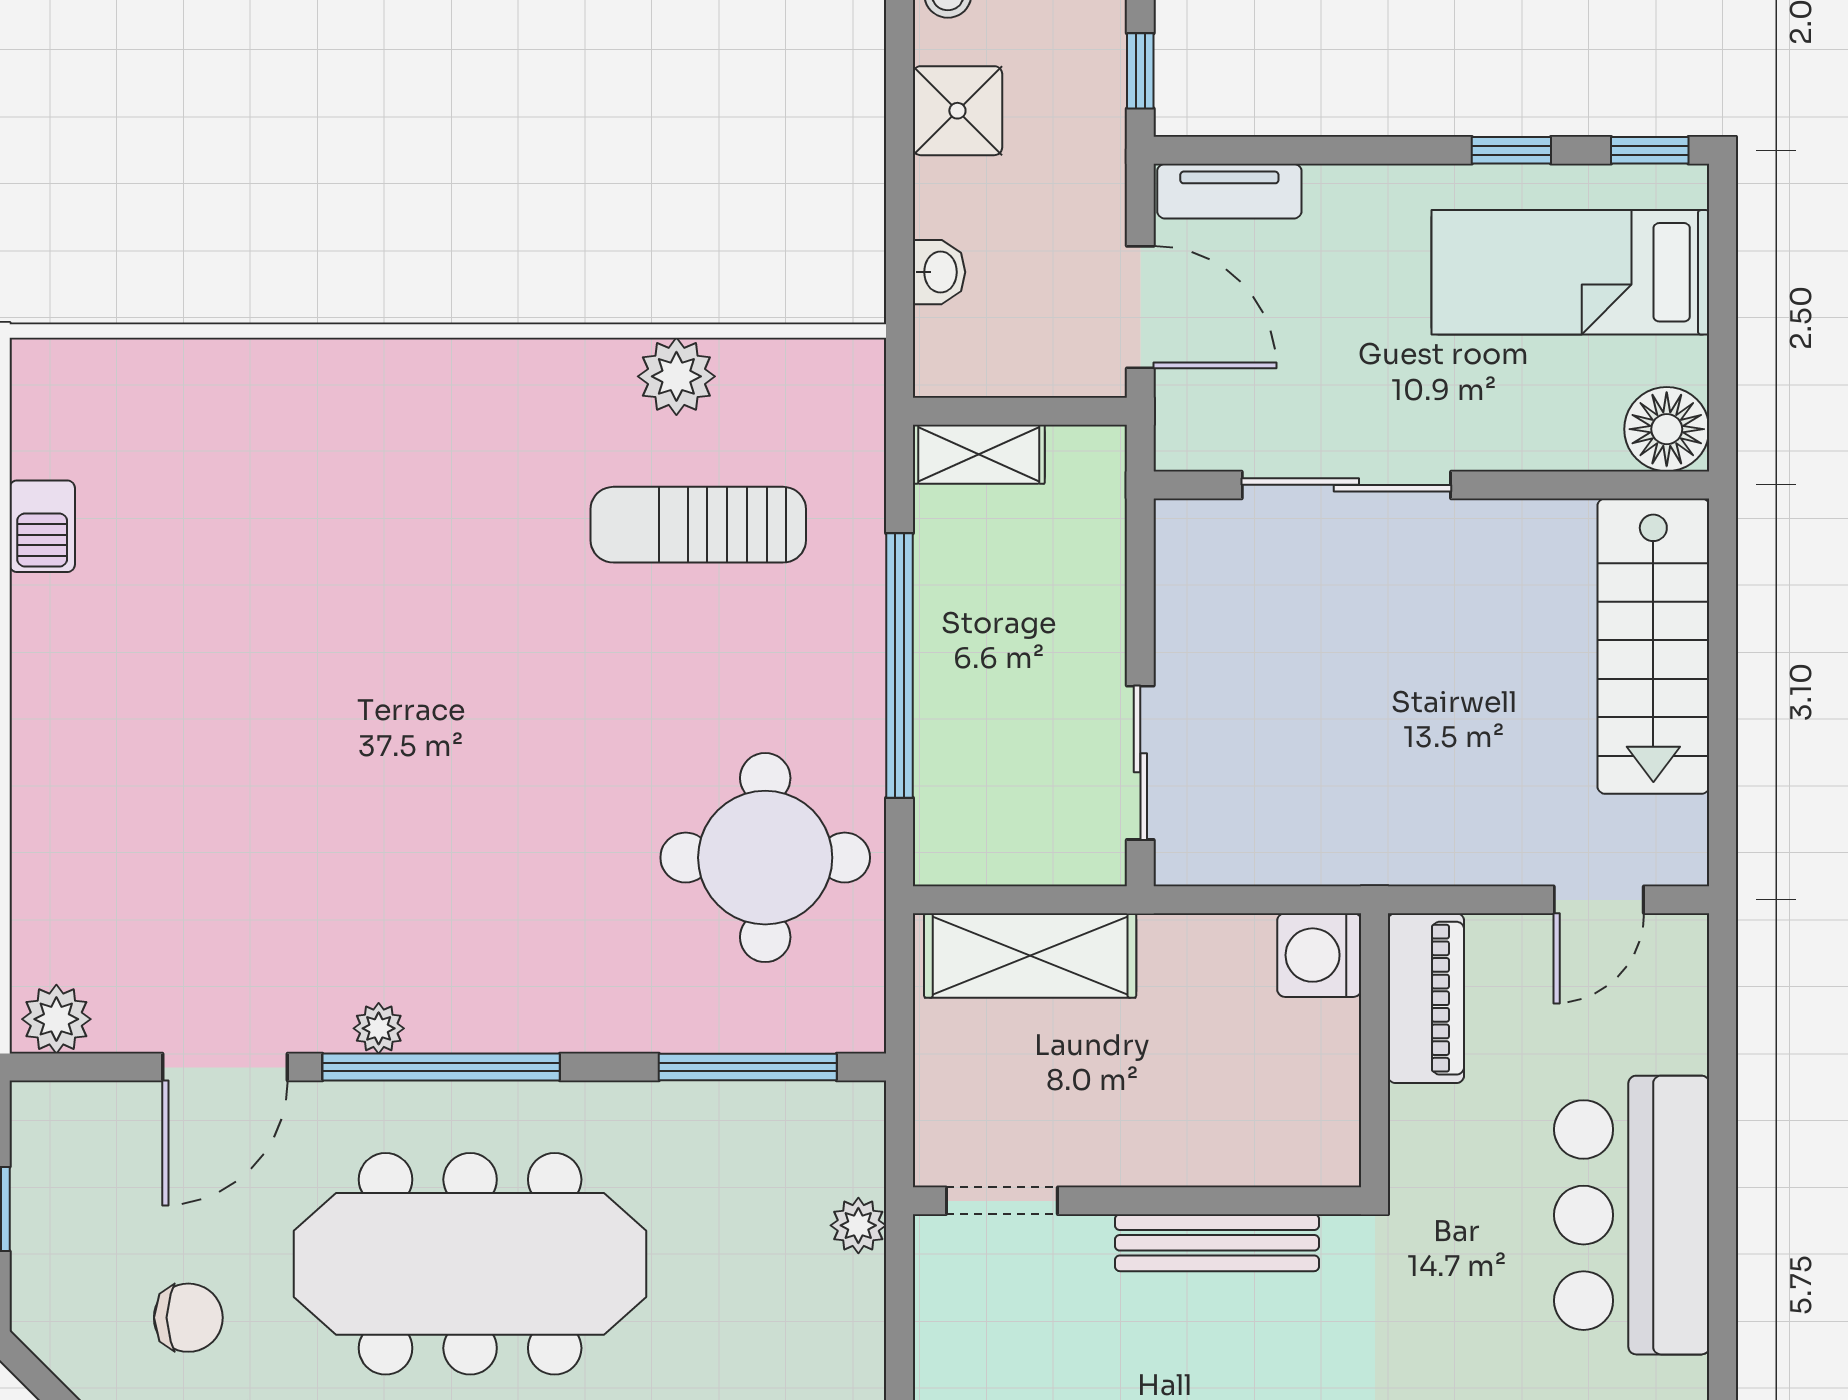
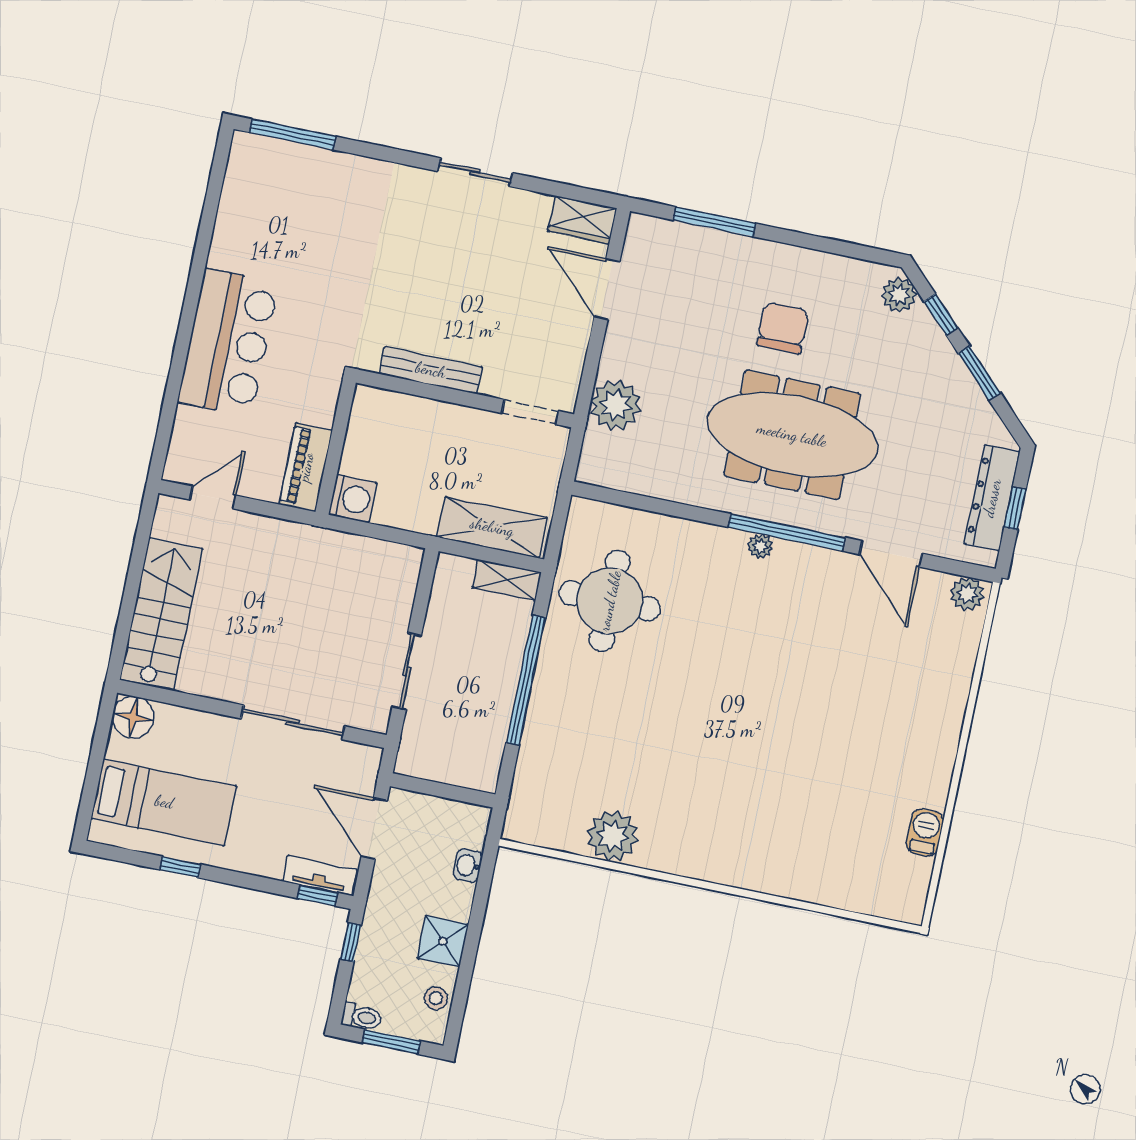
window: (1650, 150) -> (318, 895), moved
plant: (676, 376) -> (613, 836), width x1.36, depth x1.36
shelving: (979, 454) -> (507, 580), moved
sun lounger: (698, 525) -> (609, 768), removed
sliding door: (1140, 763) -> (407, 671), moved
plant: (379, 1028) -> (760, 546), moved
door: (225, 1067) -> (891, 554), swing flipped
window: (748, 1067) -> (639, 502), removed
dresser: (46, 1220) -> (992, 498), added
plant: (858, 1225) -> (616, 405), width x1.87, depth x1.87
chair: (188, 1318) -> (933, 437), removed

